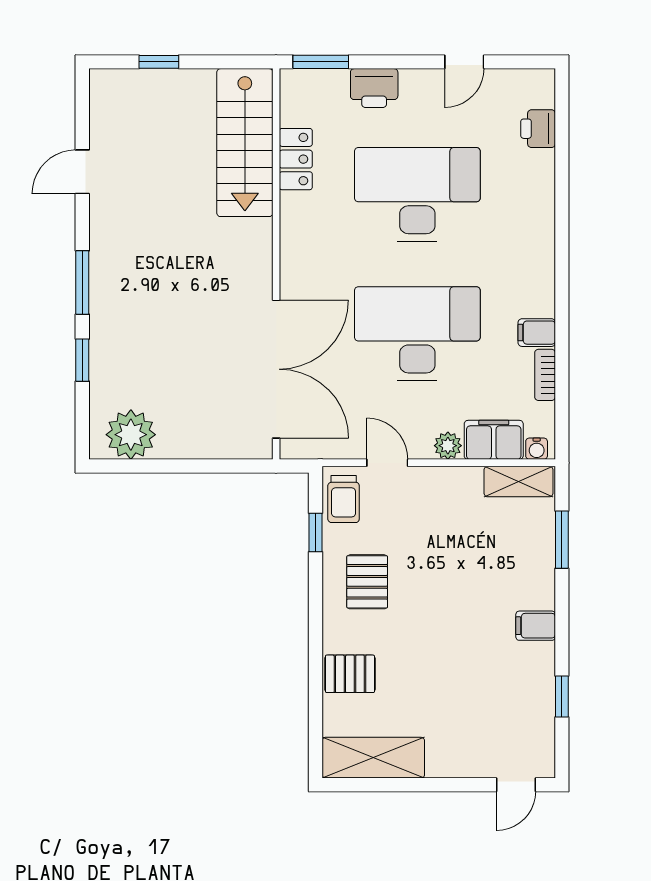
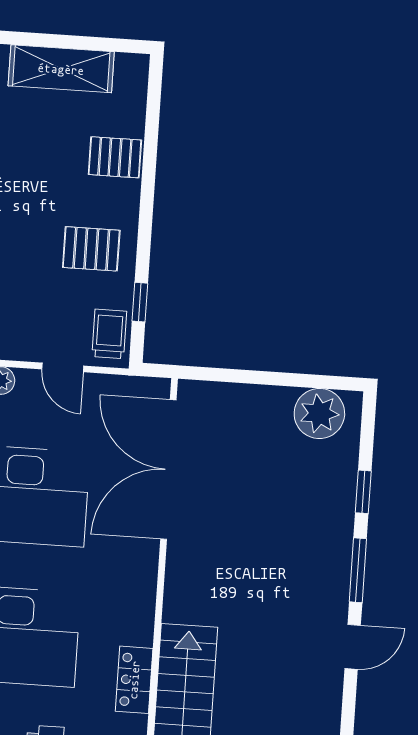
door: (82, 172) -> (353, 647), moved
pallet: (367, 582) -> (91, 249), turned 90
shelving: (373, 758) -> (61, 69), moved

